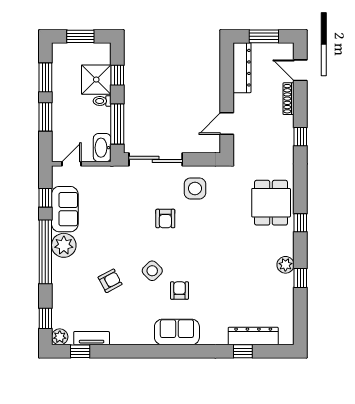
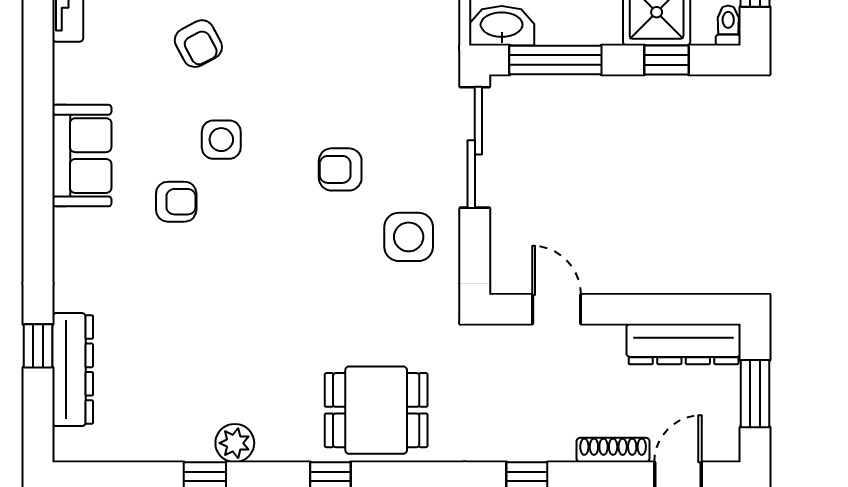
toilet: (102, 101) -> (728, 25), moved
side table: (152, 271) -> (221, 140), turned 45
sofa: (177, 332) -> (82, 156), moved

